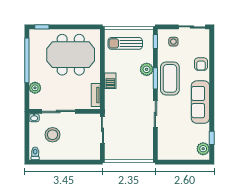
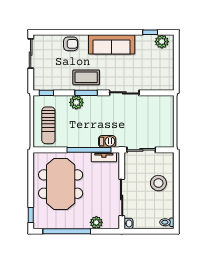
side table: (173, 42) -> (47, 74), removed
coffee table: (170, 78) -> (86, 77), width x0.73, depth x0.76
window: (102, 81) -> (89, 150), added
barbecue: (110, 81) -> (107, 141), moved
stool: (53, 135) -> (158, 183), moved

